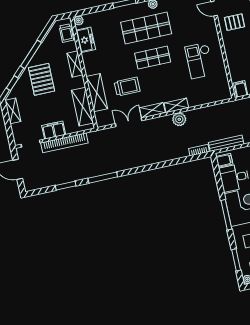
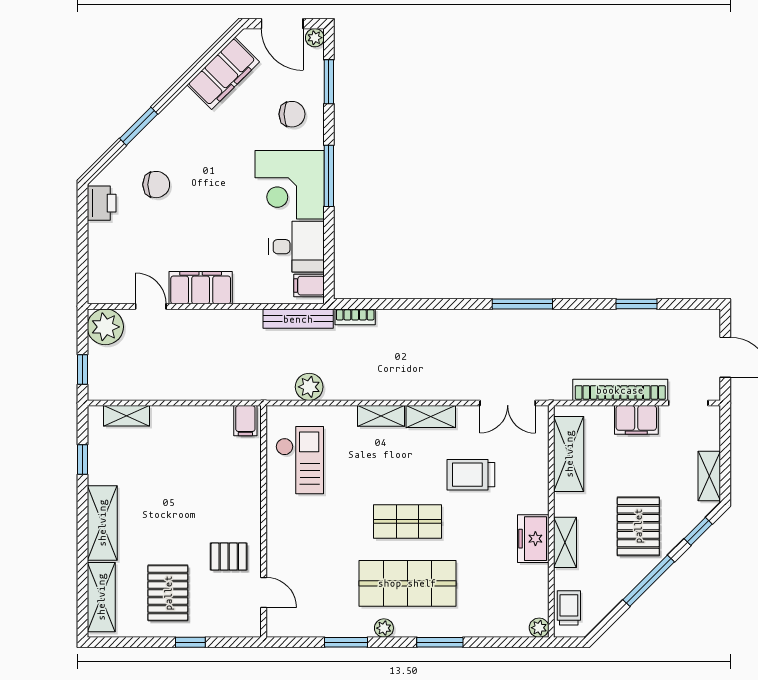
freezer: (86, 40) -> (533, 539), moved
checkout: (199, 61) -> (300, 460), moved
shelving: (97, 93) -> (534, 476), removed
plant: (179, 119) -> (309, 387), moved
double door: (129, 122) -> (508, 403), moved
window: (103, 178) -> (522, 304), moved

